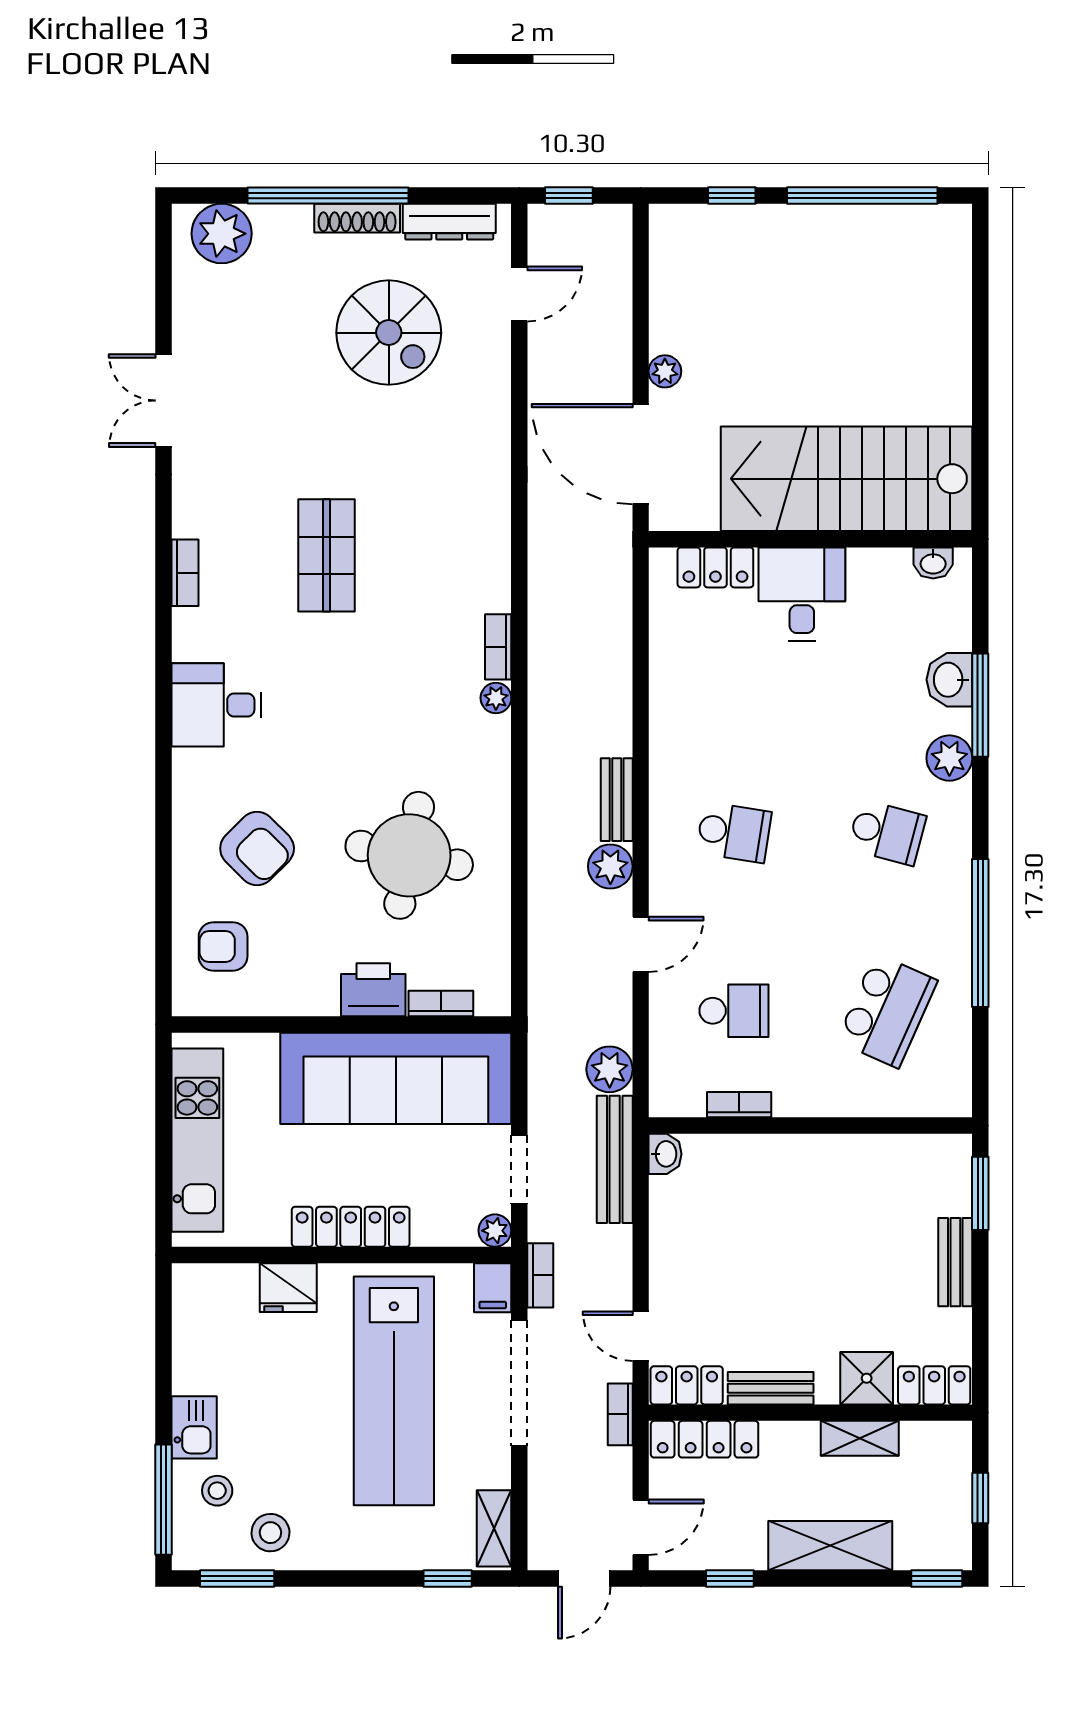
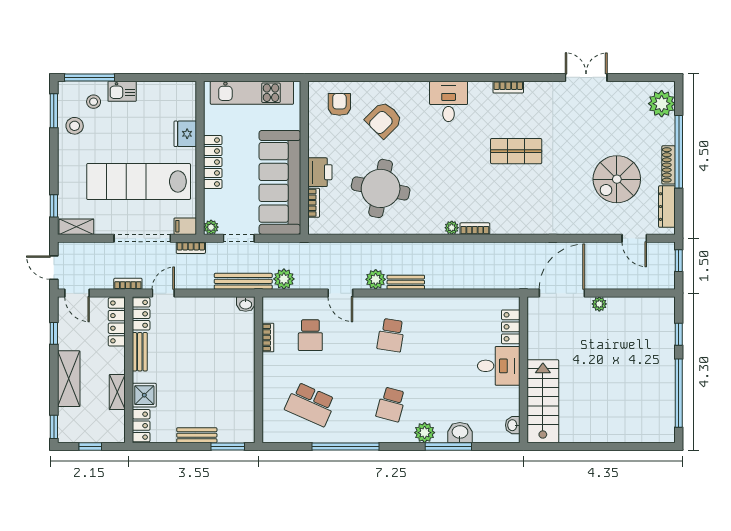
stairs: (847, 479) -> (543, 401), width x0.73, depth x0.66

